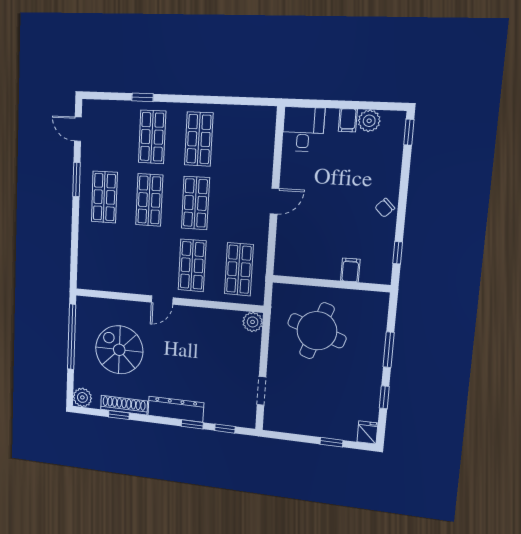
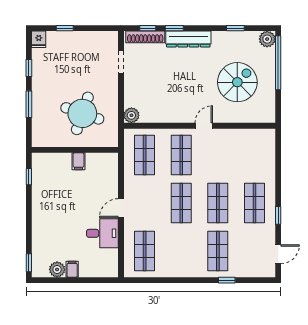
door: (78, 129) -> (278, 254), hinge flipped
desk: (303, 129) -> (102, 233), moved, turned -90
shop shelf: (199, 139) -> (145, 251), moved
window: (76, 179) -> (278, 215), width x0.67
chair: (385, 208) -> (41, 208), removed
filing cabinet: (350, 270) -> (78, 161), moved
window: (72, 337) -> (278, 63), moved
spiral stairs: (119, 350) -> (237, 82), turned -90
shoe rack: (124, 405) -> (145, 37), moved

